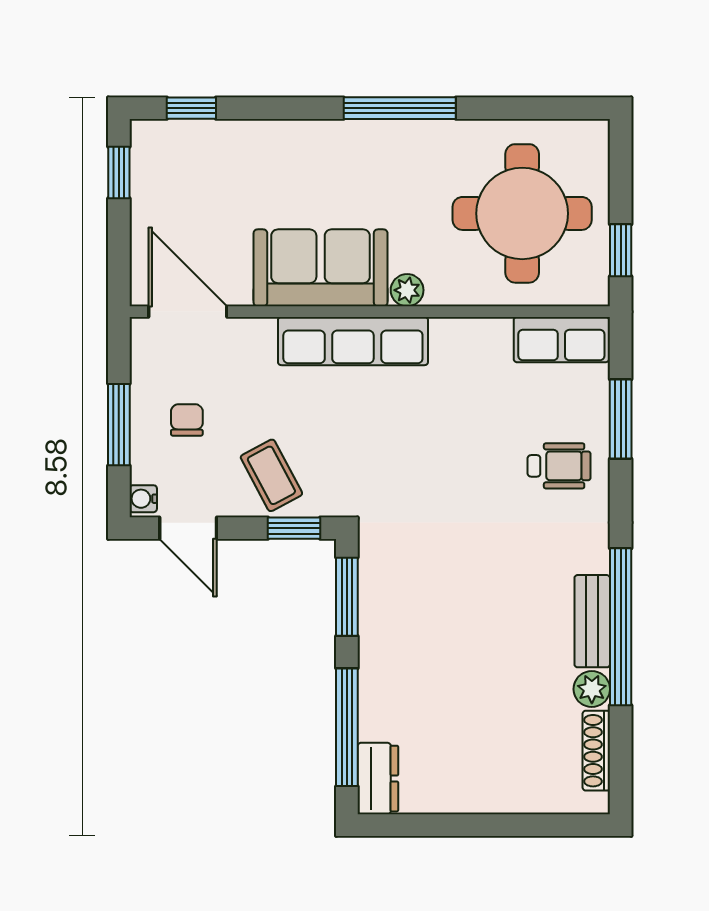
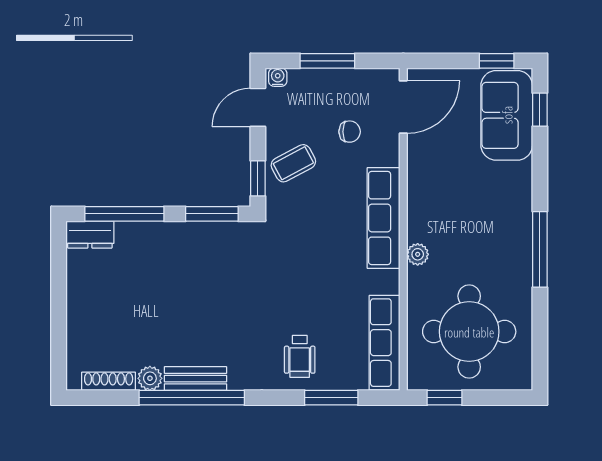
sofa: (321, 268) -> (507, 115), moved, turned 180
row of seats: (561, 340) -> (384, 343), width x1.48
chair: (187, 420) -> (350, 132), moved

